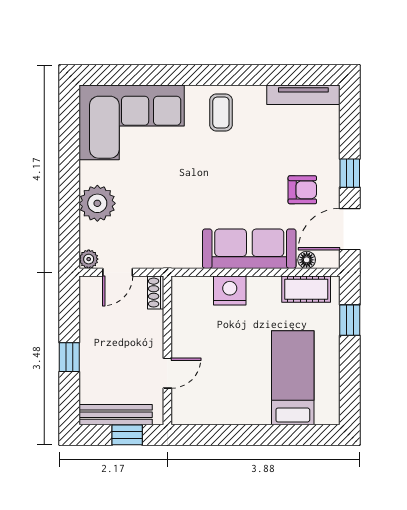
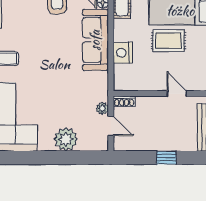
plant: (89, 259) -> (102, 108), moved
rug: (248, 361) -> (169, 41), added

